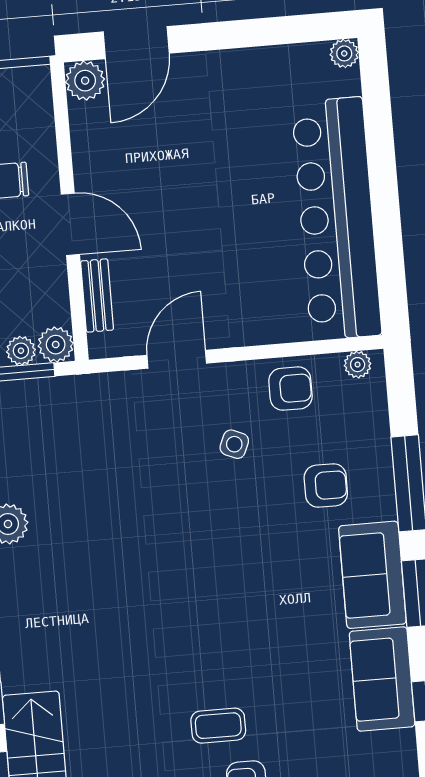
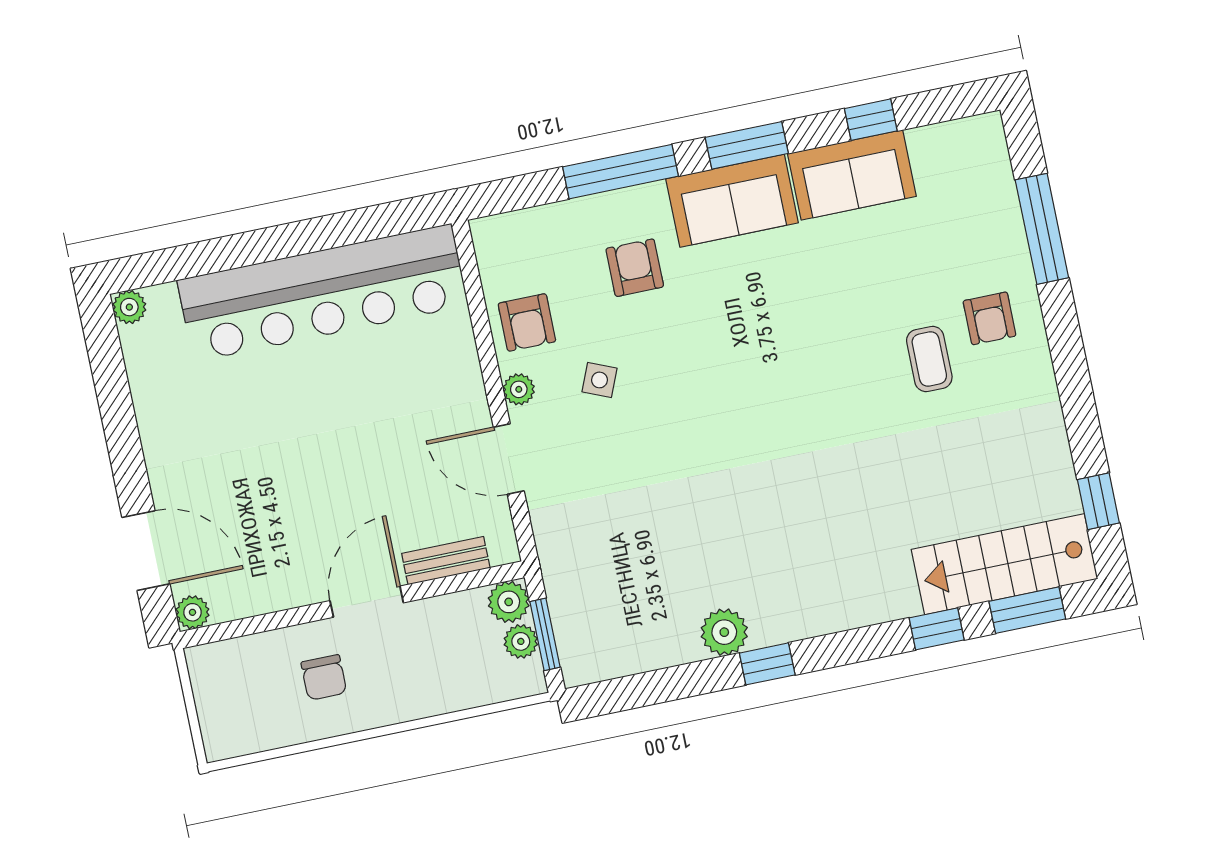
plant: (85, 81) -> (193, 612), width x0.73, depth x0.73
plant: (358, 365) -> (519, 389), moved
armchair: (290, 389) -> (527, 322), turned 180

